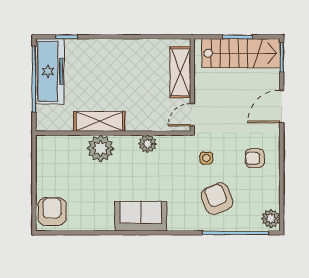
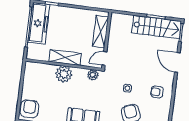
shelving: (180, 72) -> (100, 32), moved
wall: (192, 85) -> (107, 40), moved
door: (282, 106) -> (177, 63), hinge flipped
door: (192, 115) -> (104, 58), moved

